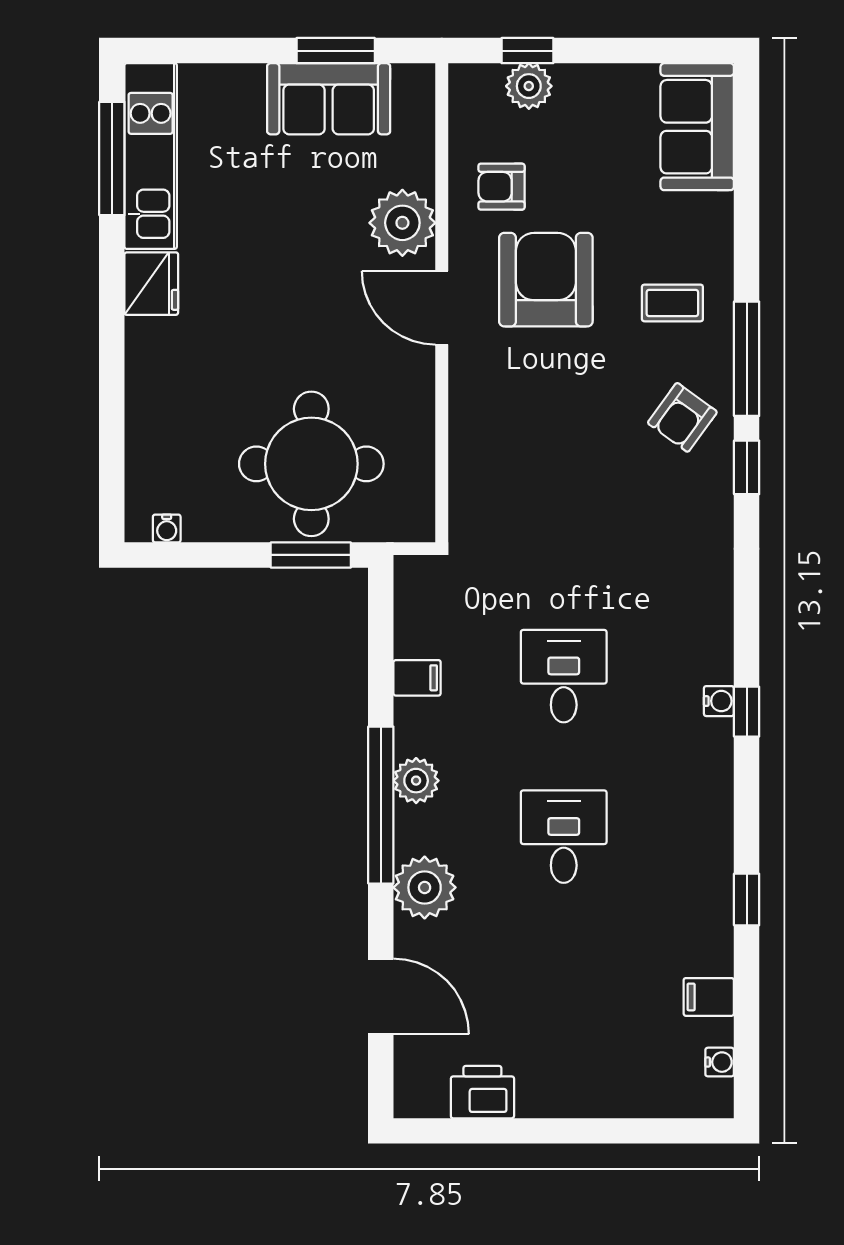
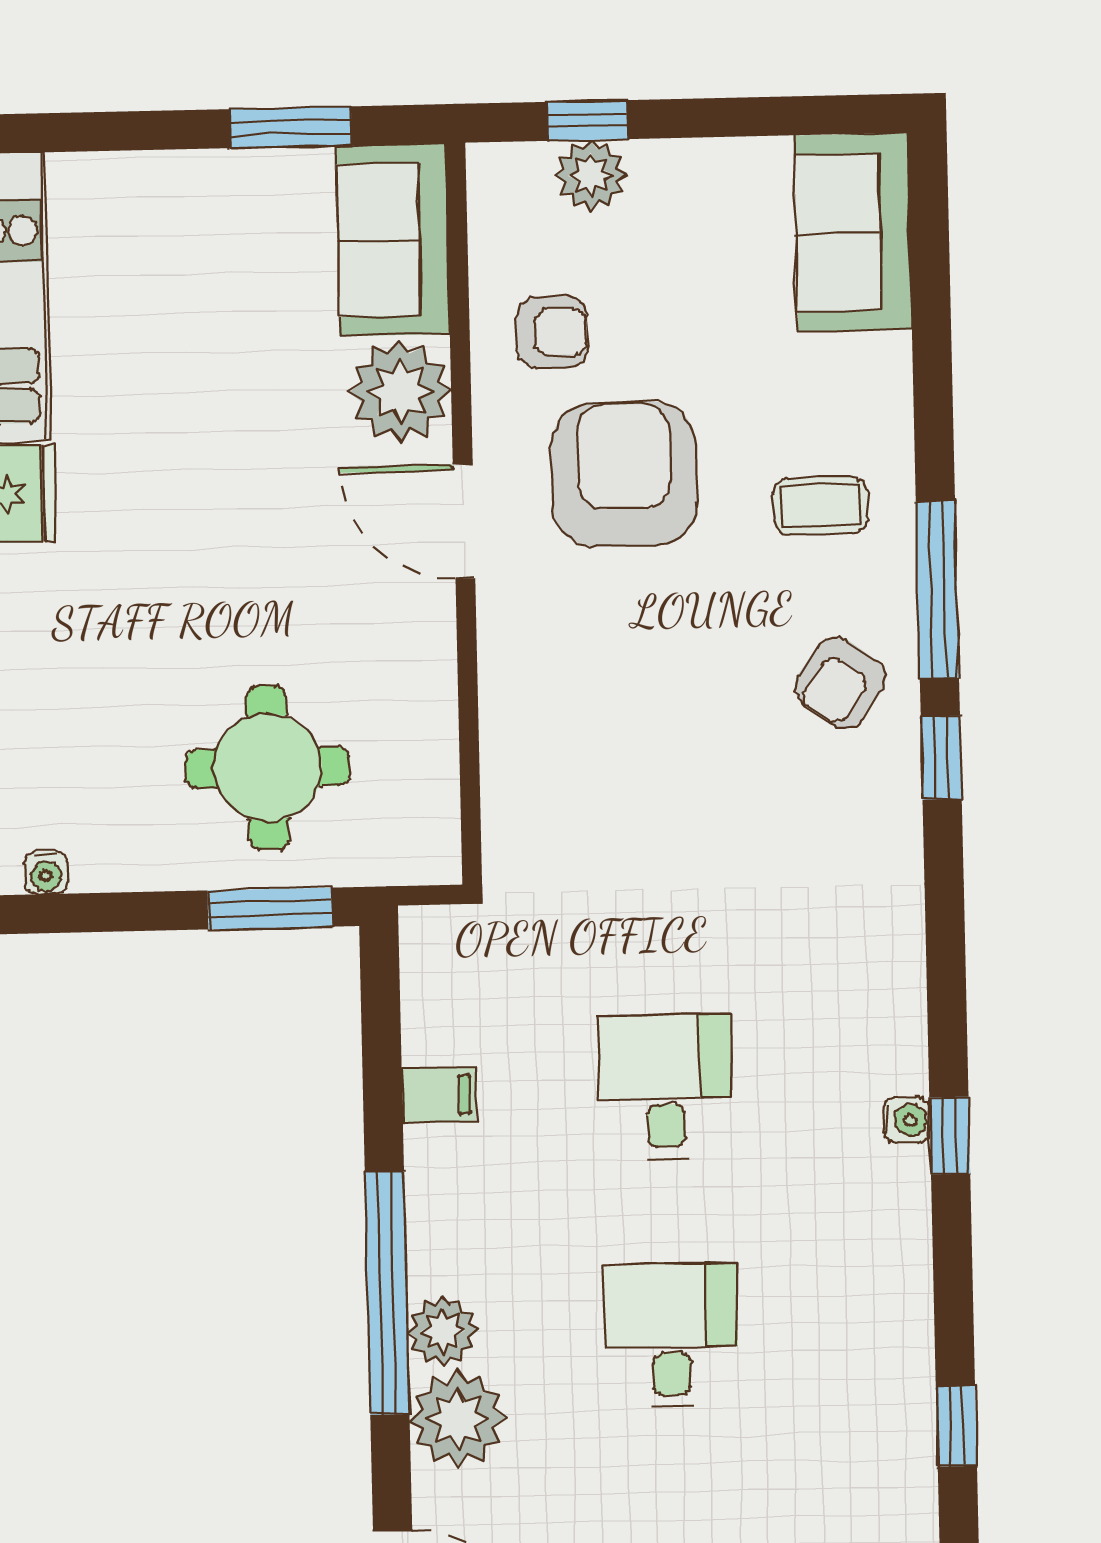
sofa: (329, 99) -> (393, 240), moved, turned 90
armchair: (502, 187) -> (552, 332), turned 180
round table: (311, 464) -> (268, 768), width x0.73, depth x0.73
plant: (416, 781) -> (443, 1331), moved

